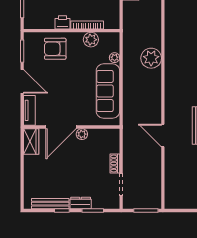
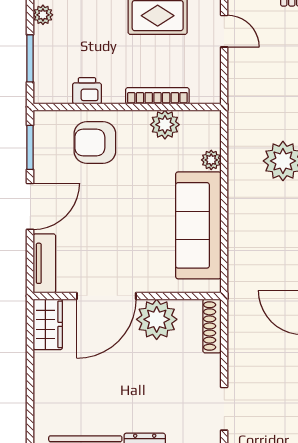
printer: (62, 22) -> (87, 91), moved
door: (22, 81) -> (30, 206), hinge flipped
plant: (82, 134) -> (157, 319), width x1.87, depth x1.87
shoe rack: (115, 164) -> (212, 326), moved, width x1.43

